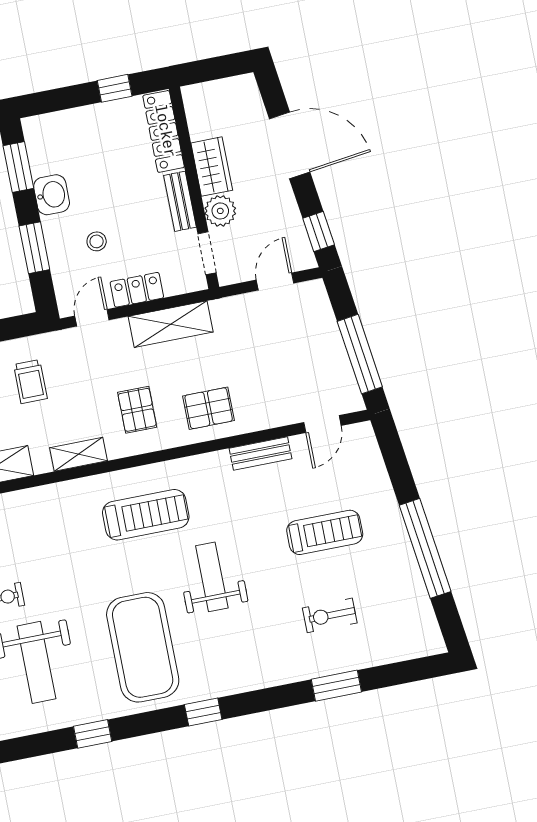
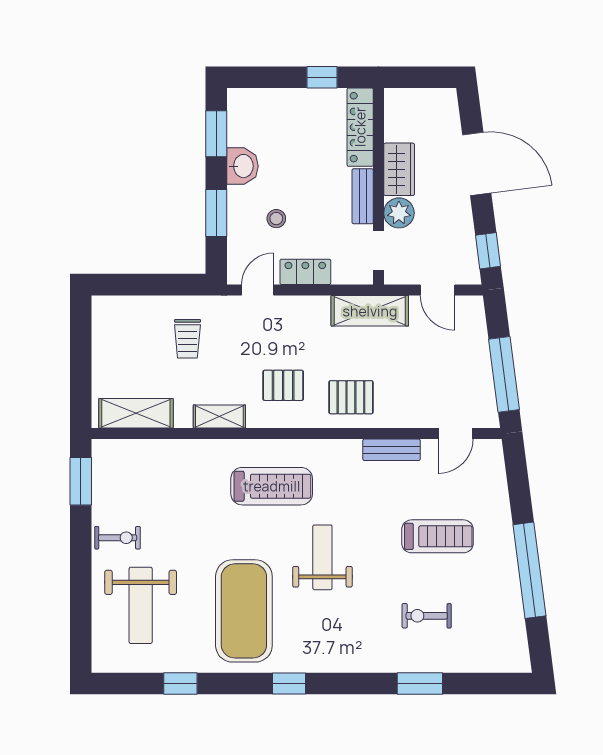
door: (275, 282) -> (437, 290), swing flipped
shelving: (171, 324) -> (370, 311), moved
pallet: (137, 410) -> (283, 385), turned 90

